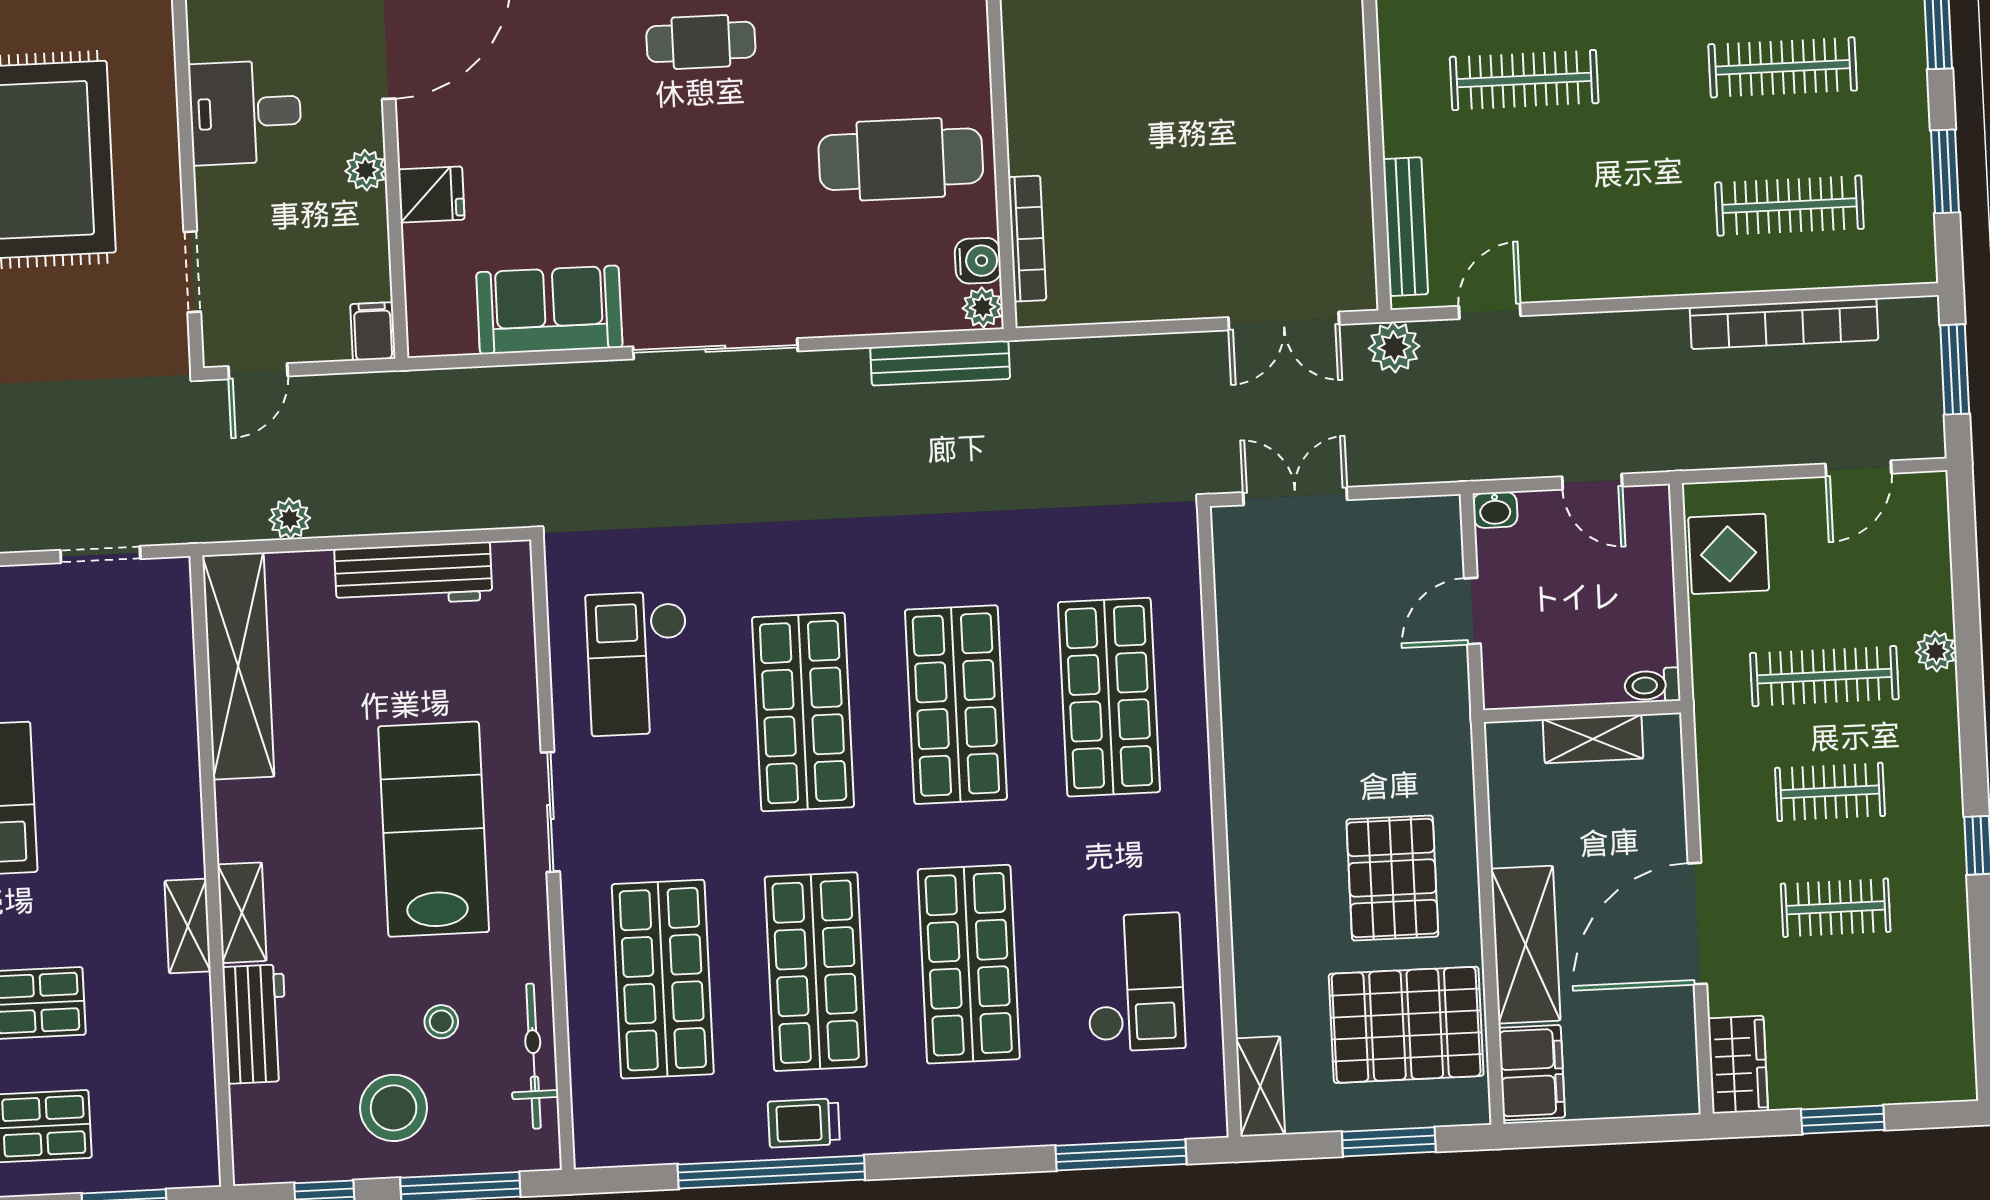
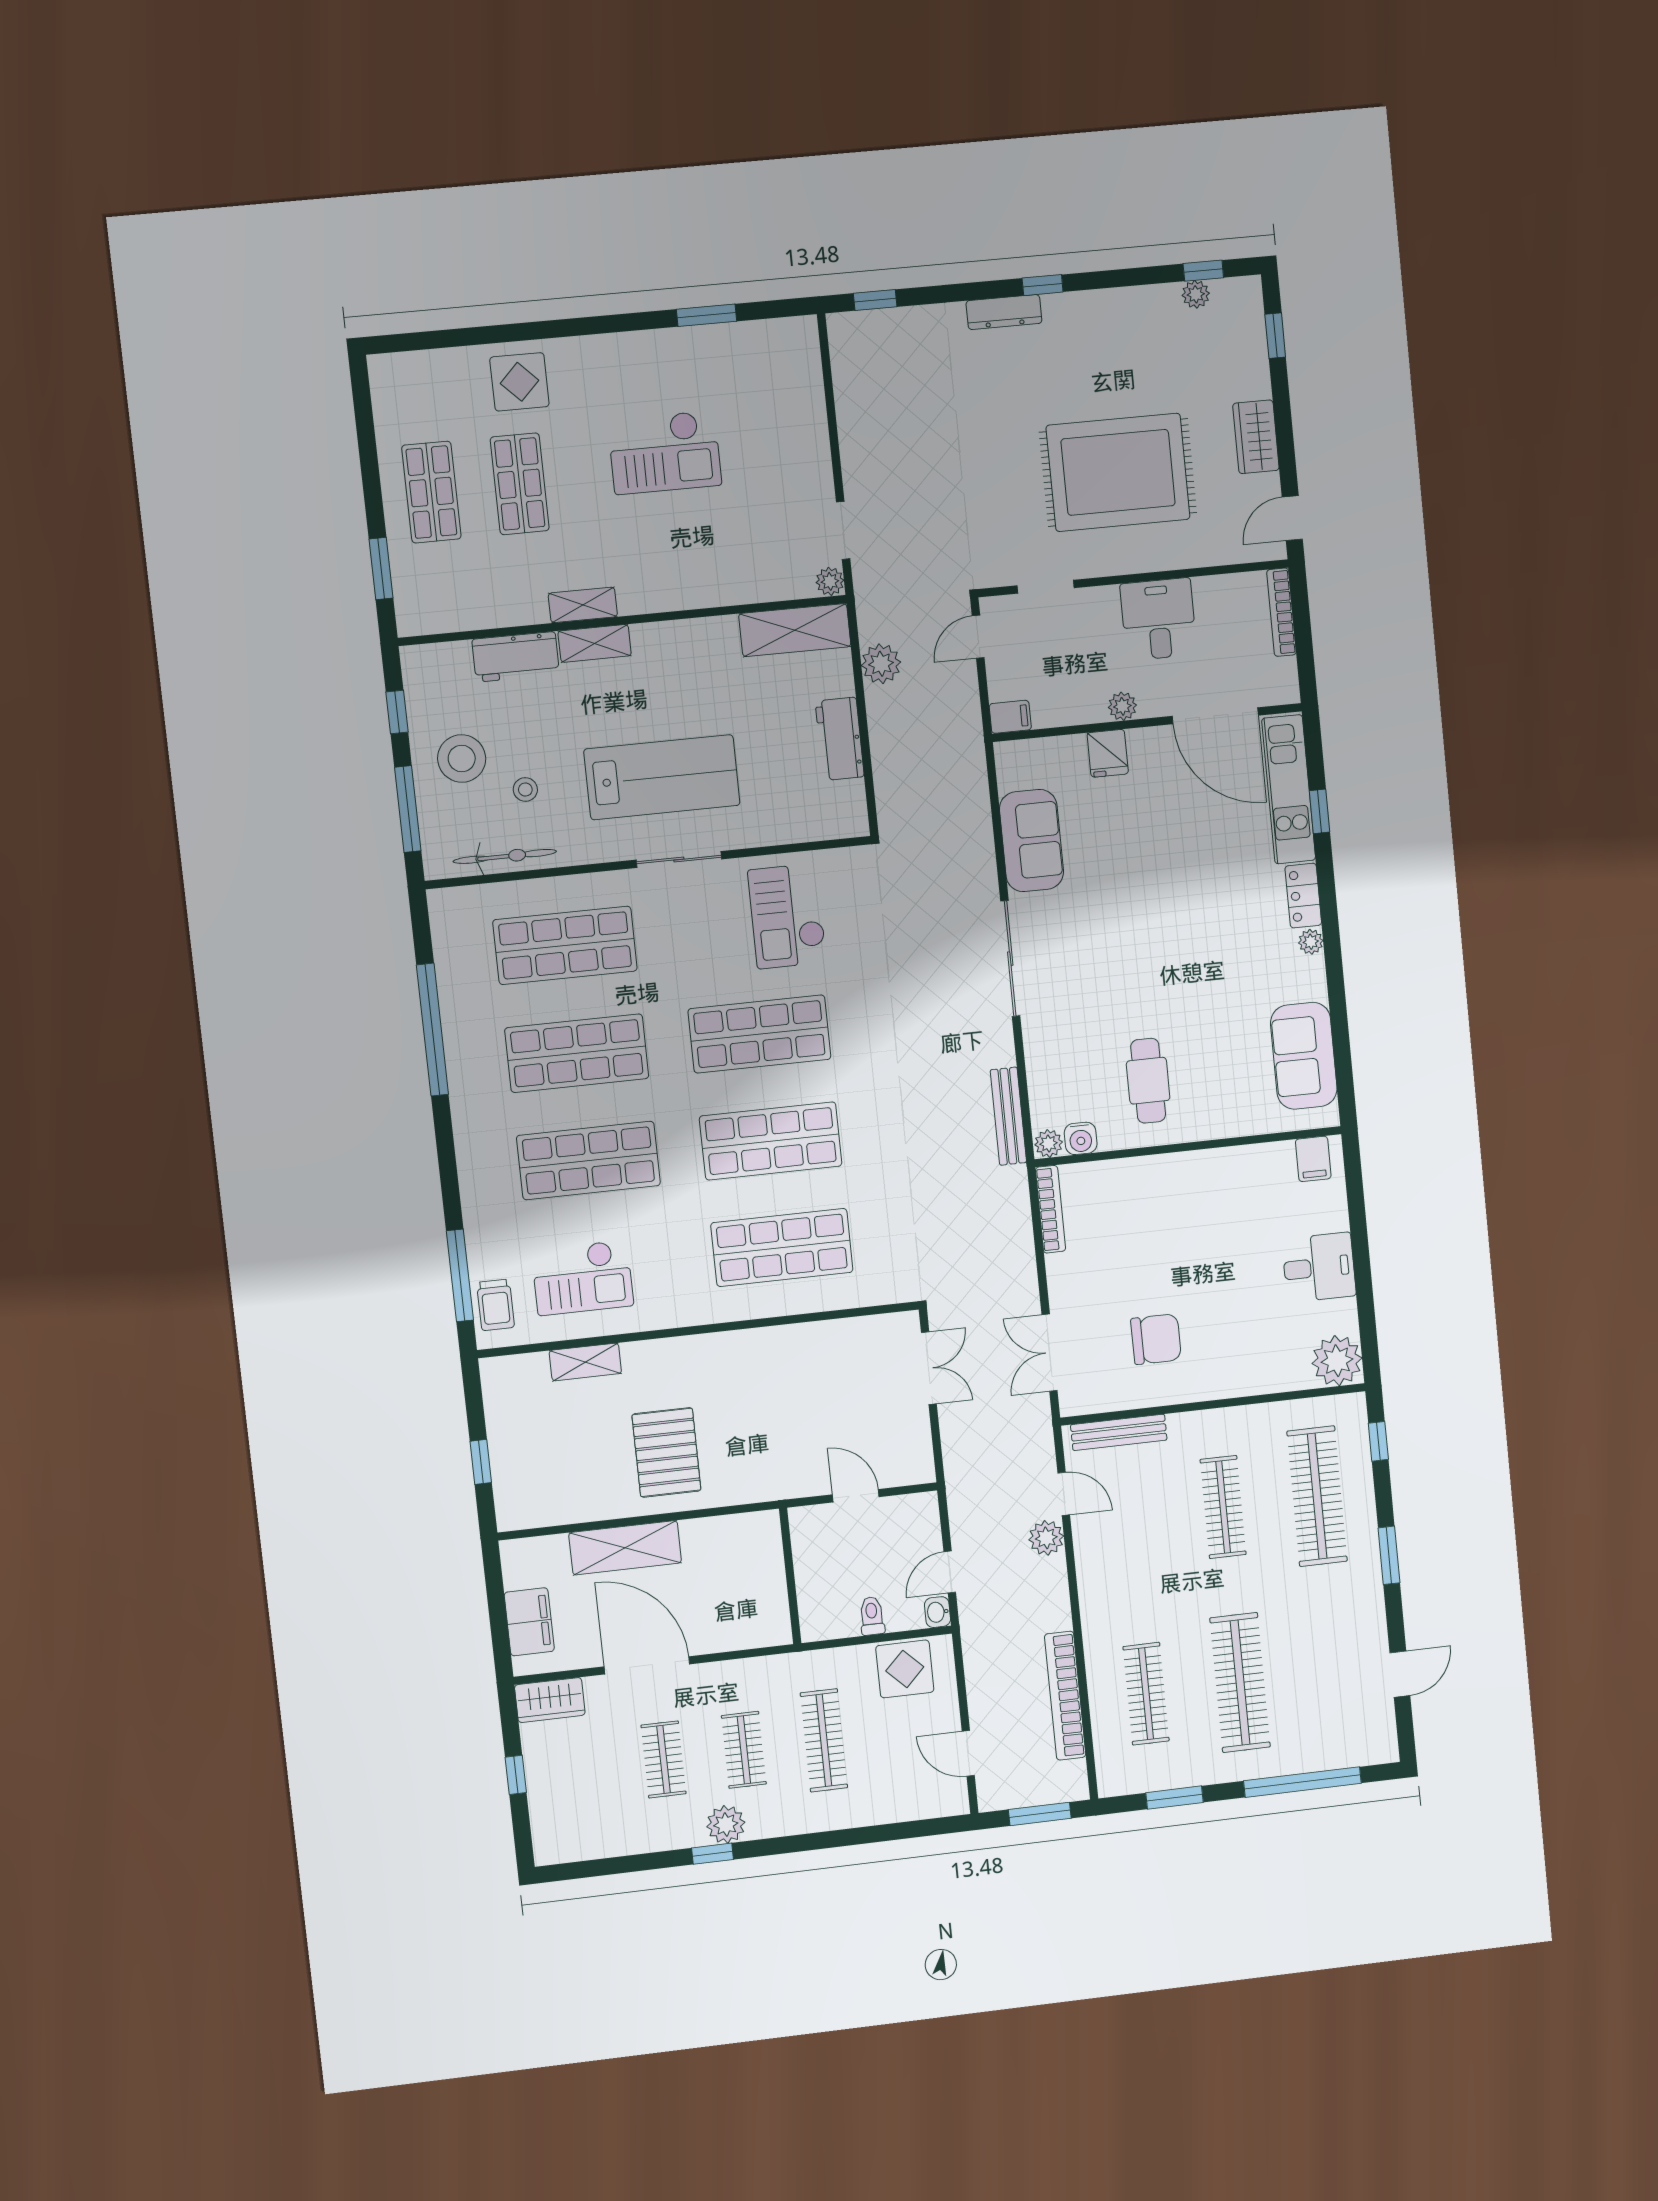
cafe table: (701, 42) -> (1222, 937), removed
clothes rail: (1783, 67) -> (1240, 1683), width x1.37, depth x1.31
cafe table: (901, 159) -> (1148, 1081), width x0.73, depth x0.74
chair: (1274, 166) -> (1156, 1339), added
bookcase: (1027, 239) -> (1050, 1209), moved, turned -90
plant: (1394, 347) -> (1046, 1538), moved
door: (258, 371) -> (978, 637), hinge flipped
washbasin: (1495, 510) -> (937, 1612), moved
plant: (290, 519) -> (881, 664), width x1.38, depth x1.38
workbench: (413, 574) -> (840, 739), width x0.73
plant: (171, 577) -> (830, 581), added
plant: (1936, 651) -> (726, 1824), moved, width x1.38, depth x1.38
checkout: (638, 663) -> (787, 916), turned -90
shelving: (238, 666) -> (795, 630), width x0.68
toilet: (1652, 685) -> (872, 1616), moved
shelving: (1593, 739) -> (771, 1585), removed
pallet: (1392, 878) -> (666, 1452), turned 90
pallet: (1406, 1025) -> (564, 1469), removed
filing cabinet: (1532, 1073) -> (529, 1622), moved, turned -90
shelving: (1260, 1086) -> (585, 1362), moved
window: (1843, 1120) -> (516, 1775), width x0.67
trolley: (804, 1123) -> (496, 1305), moved, turned 180
window: (1389, 1142) -> (481, 1462), width x0.67

